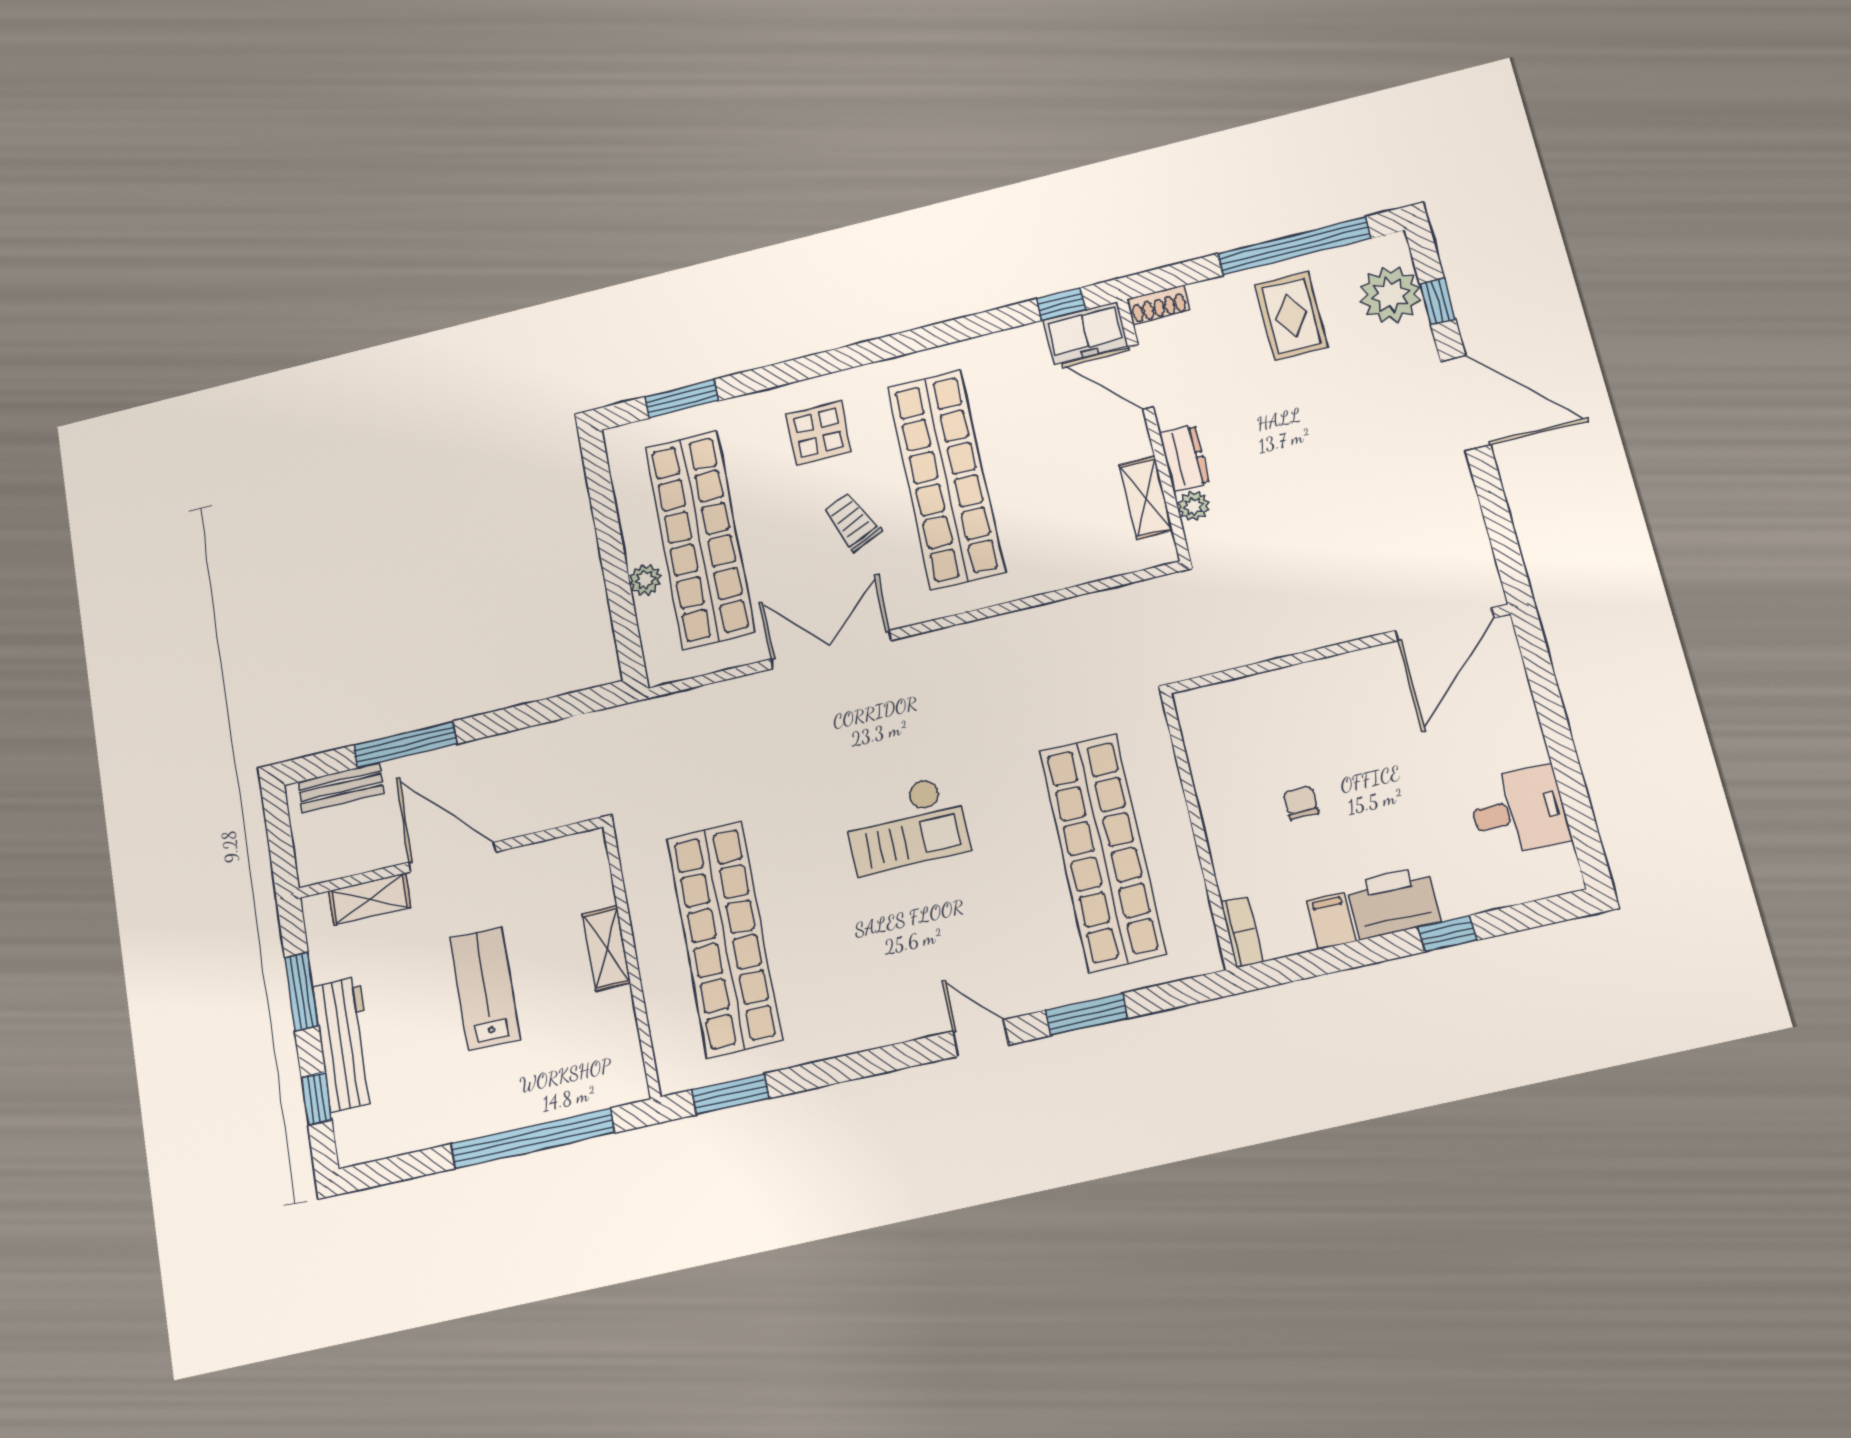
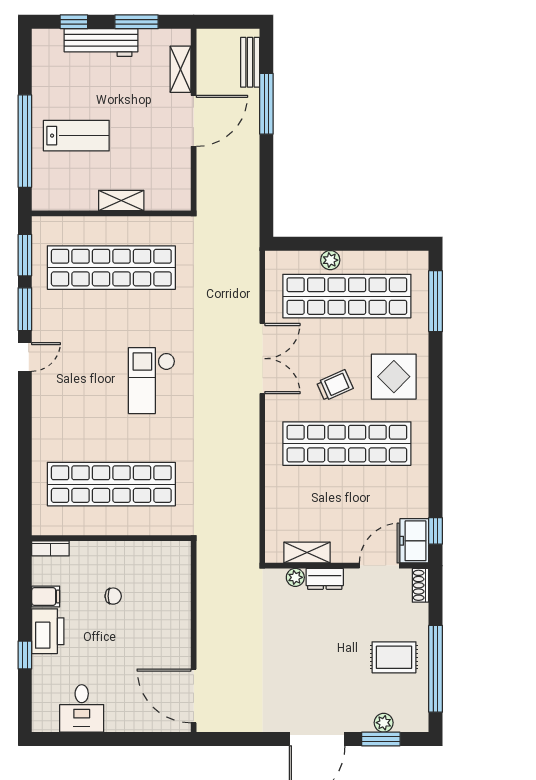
plant: (1390, 295) -> (384, 723), width x0.53, depth x0.53
window: (1438, 302) -> (381, 739), width x1.50
window: (682, 399) -> (436, 301), width x1.44
display table: (819, 433) -> (394, 377), width x1.36, depth x1.36
lab bench: (485, 988) -> (76, 136), moved
window: (1087, 1014) -> (25, 309), moved
door: (981, 1038) -> (25, 357), moved

